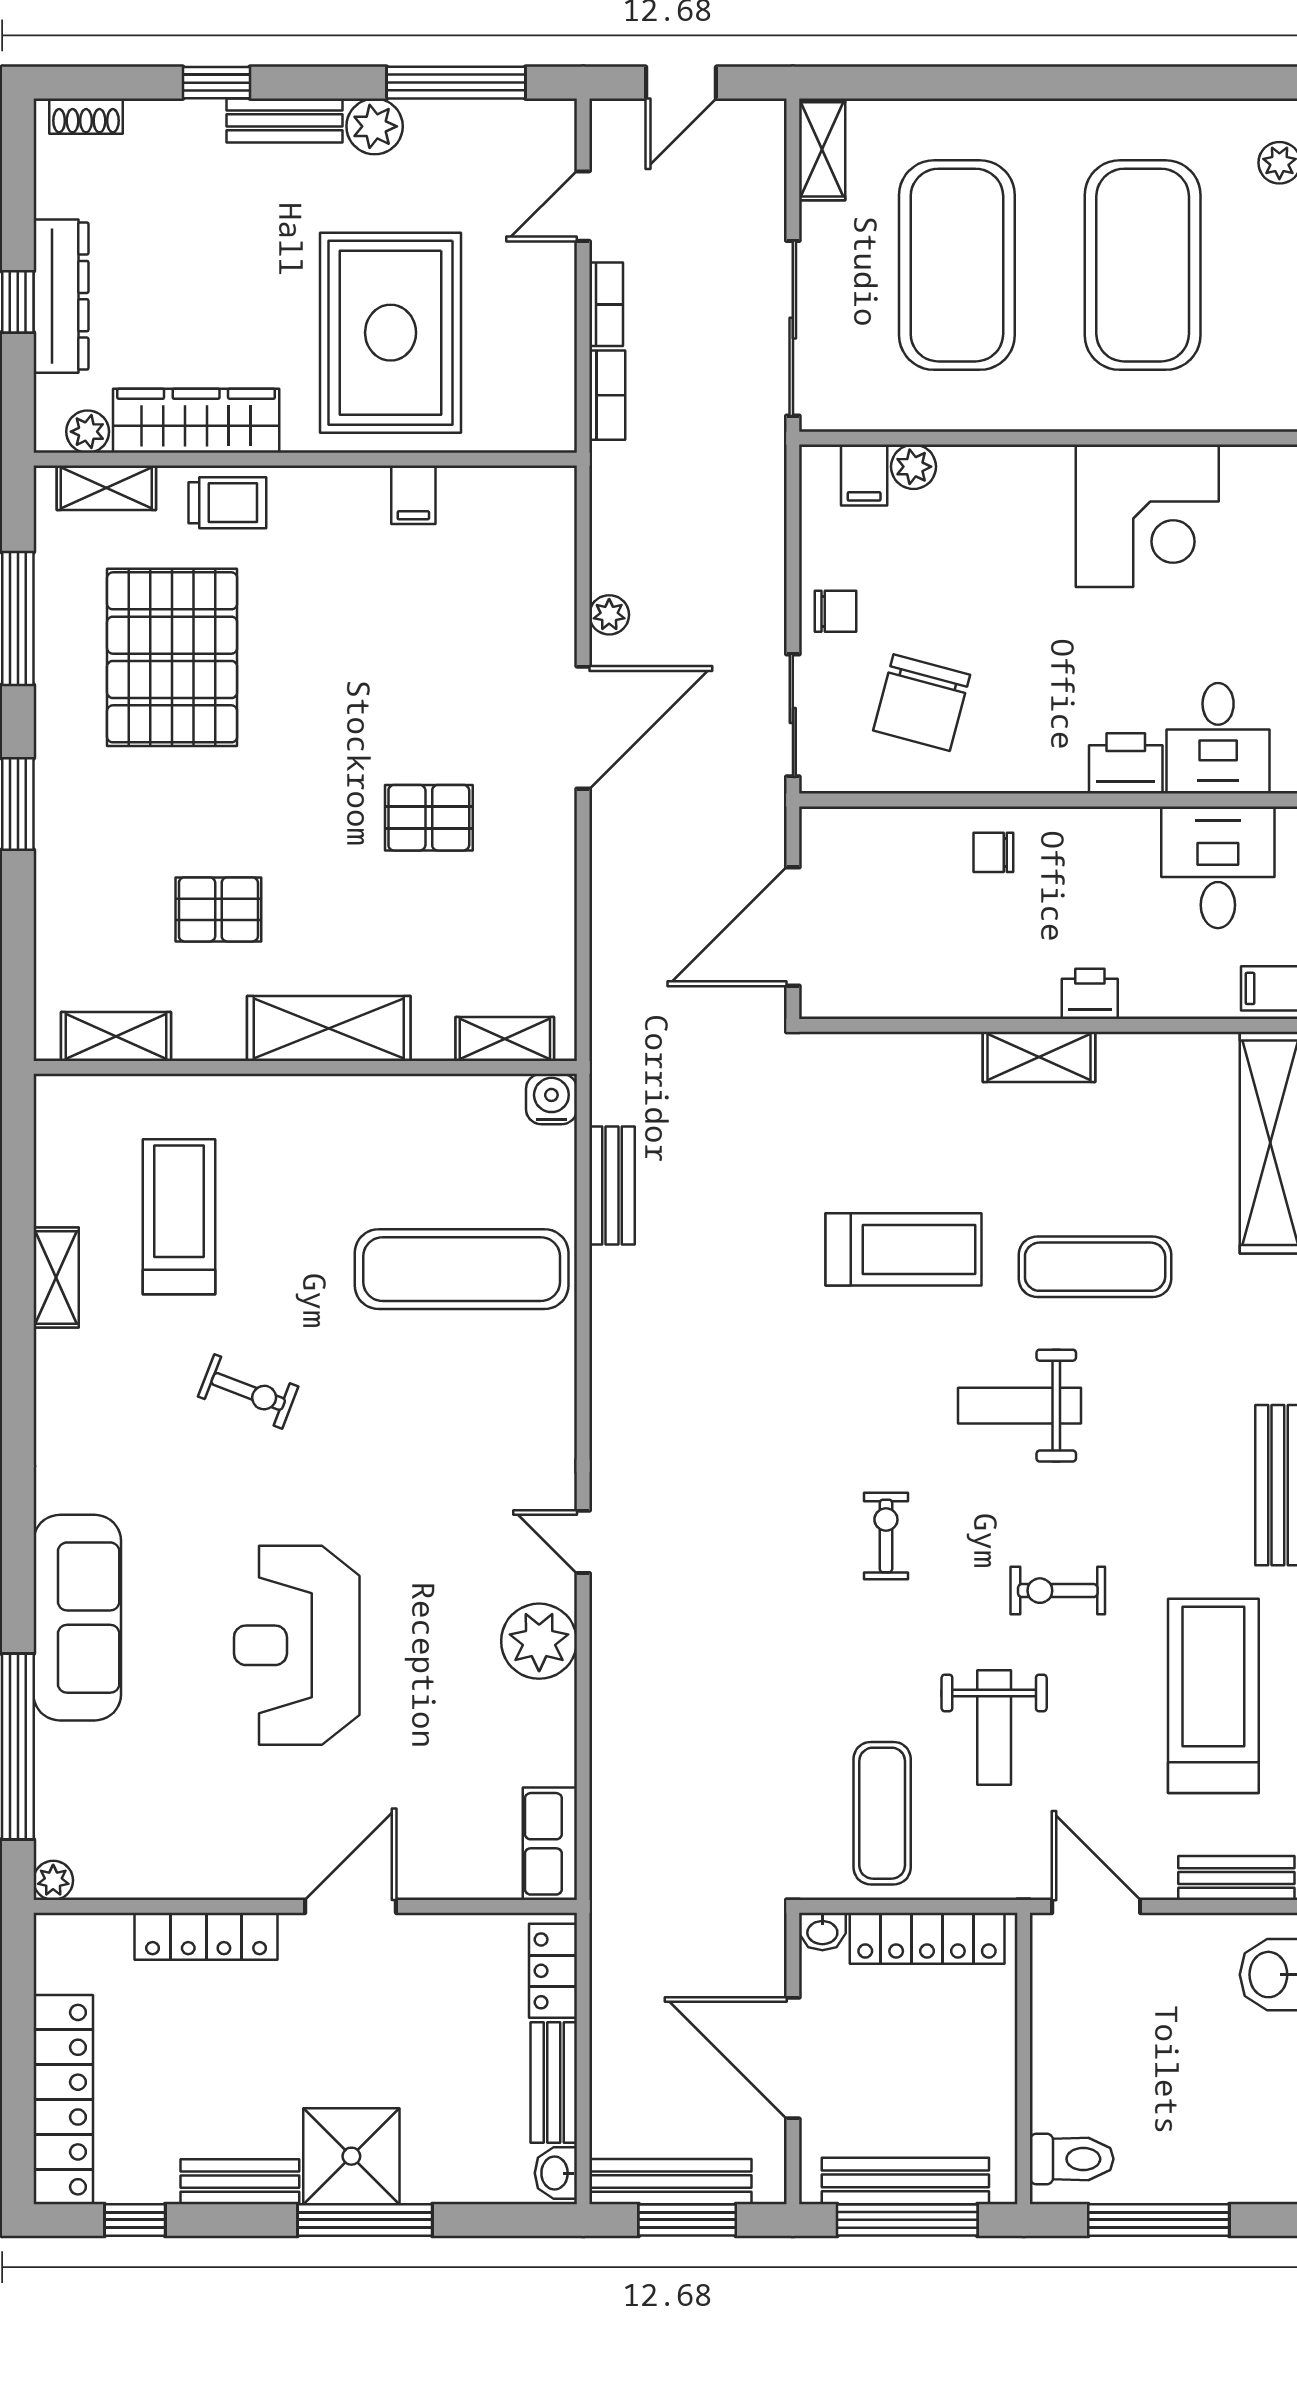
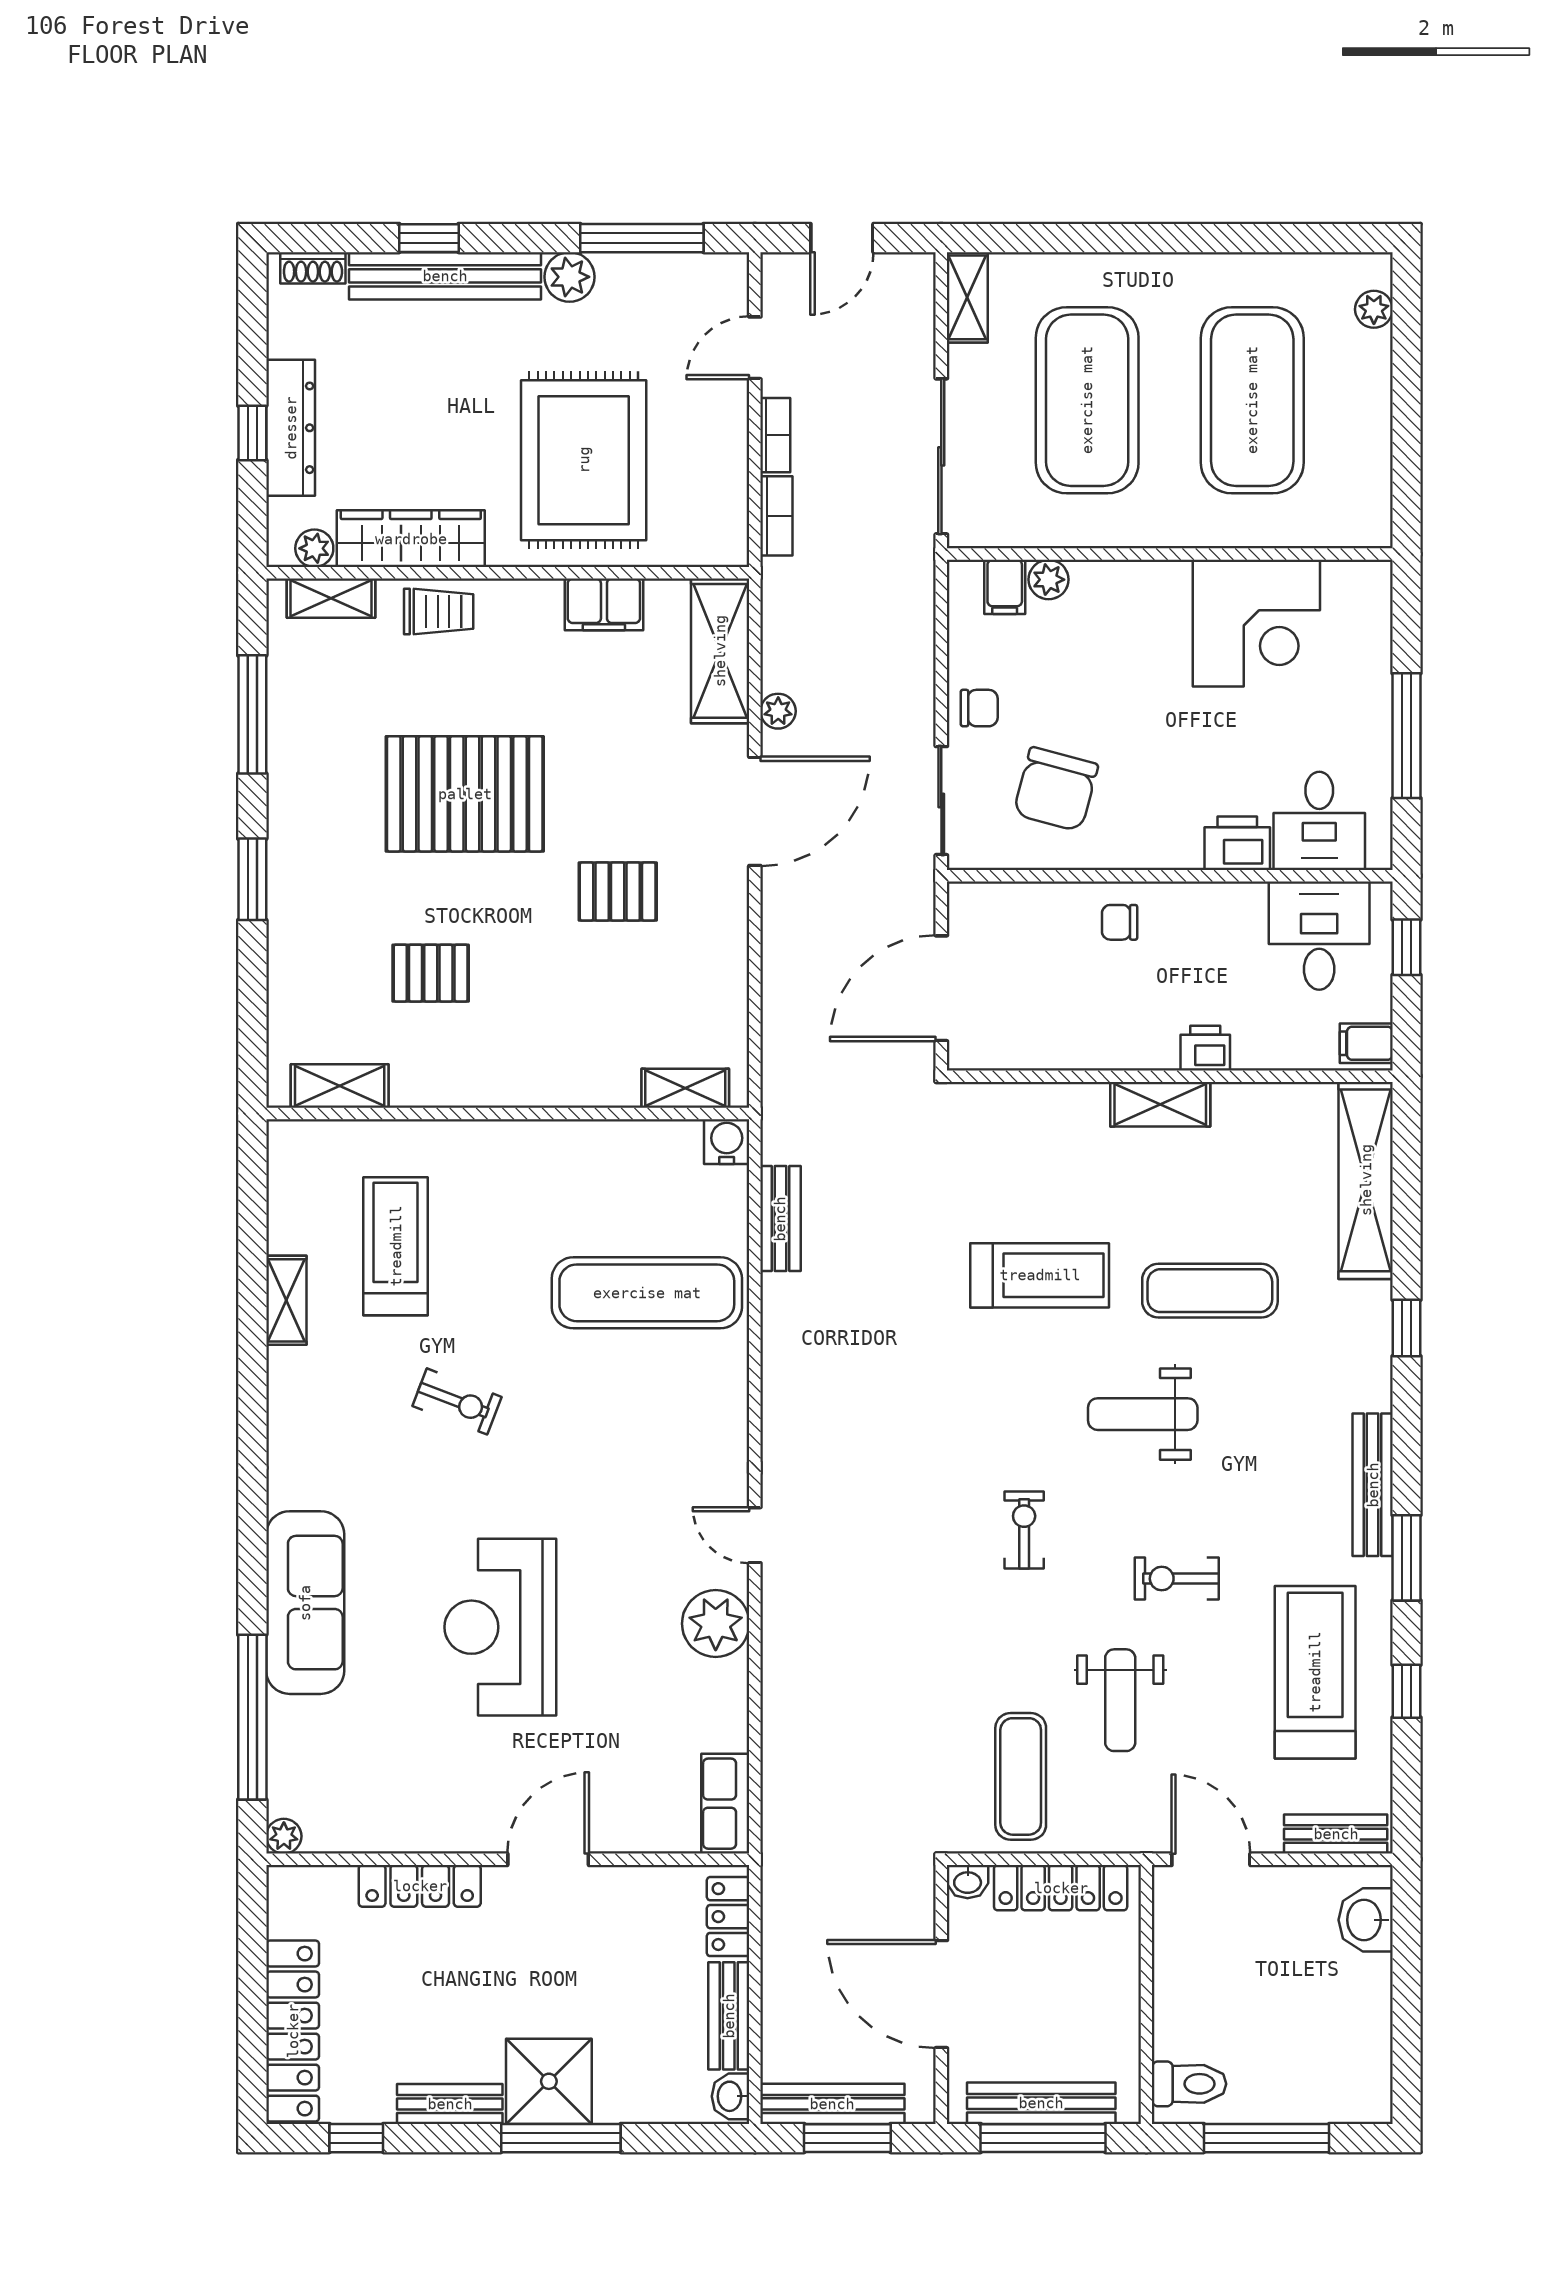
bench: (285, 120) -> (445, 276), width x1.86, depth x1.21
filing cabinet: (413, 495) -> (604, 604), width x2.00
pallet: (172, 657) -> (465, 794), moved, turned 90
shelving: (329, 1028) -> (720, 651), moved, turned 90

